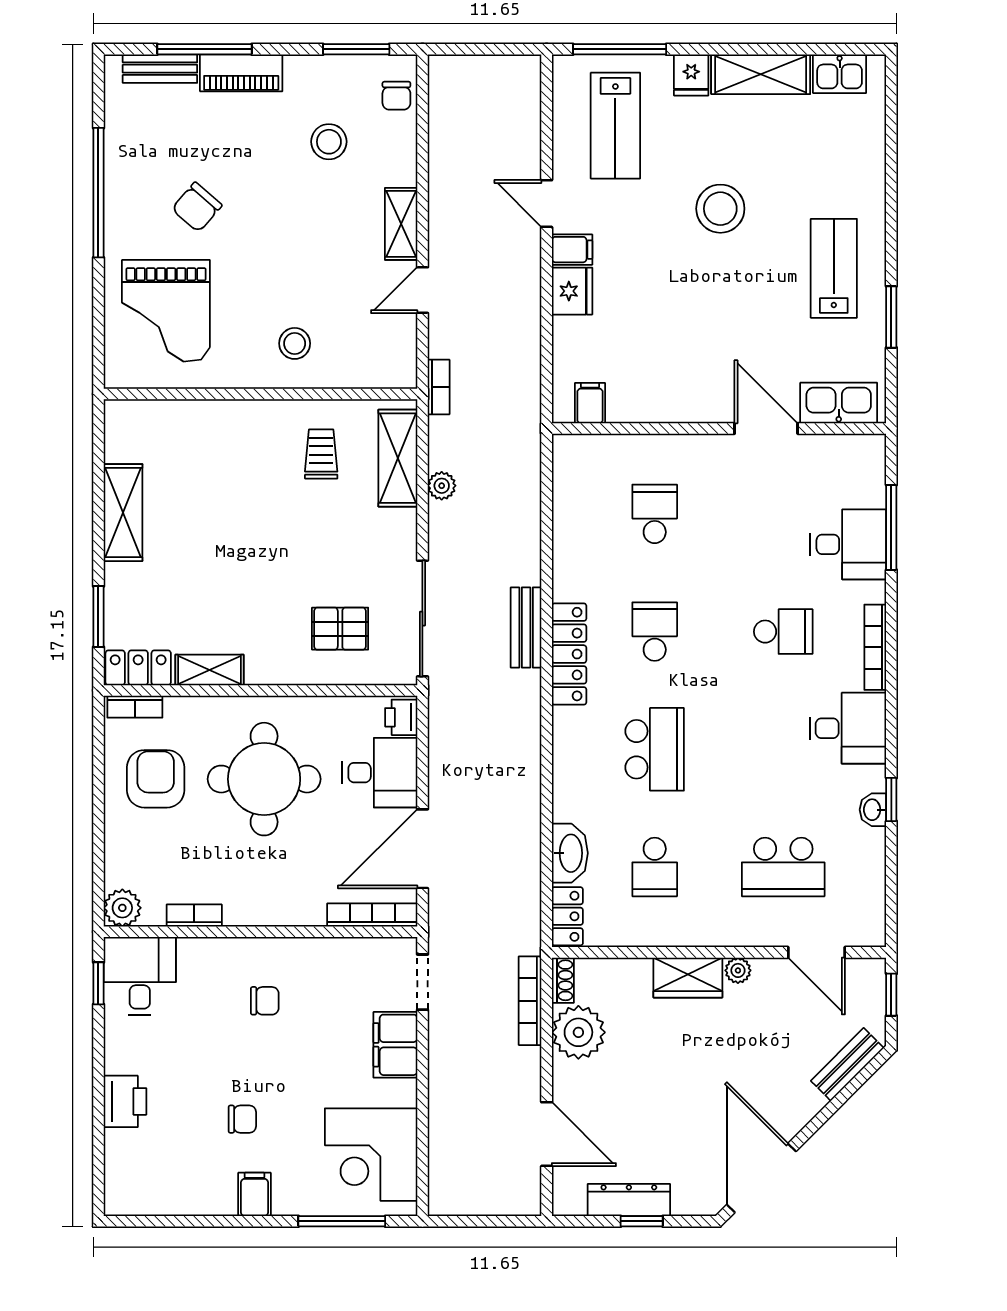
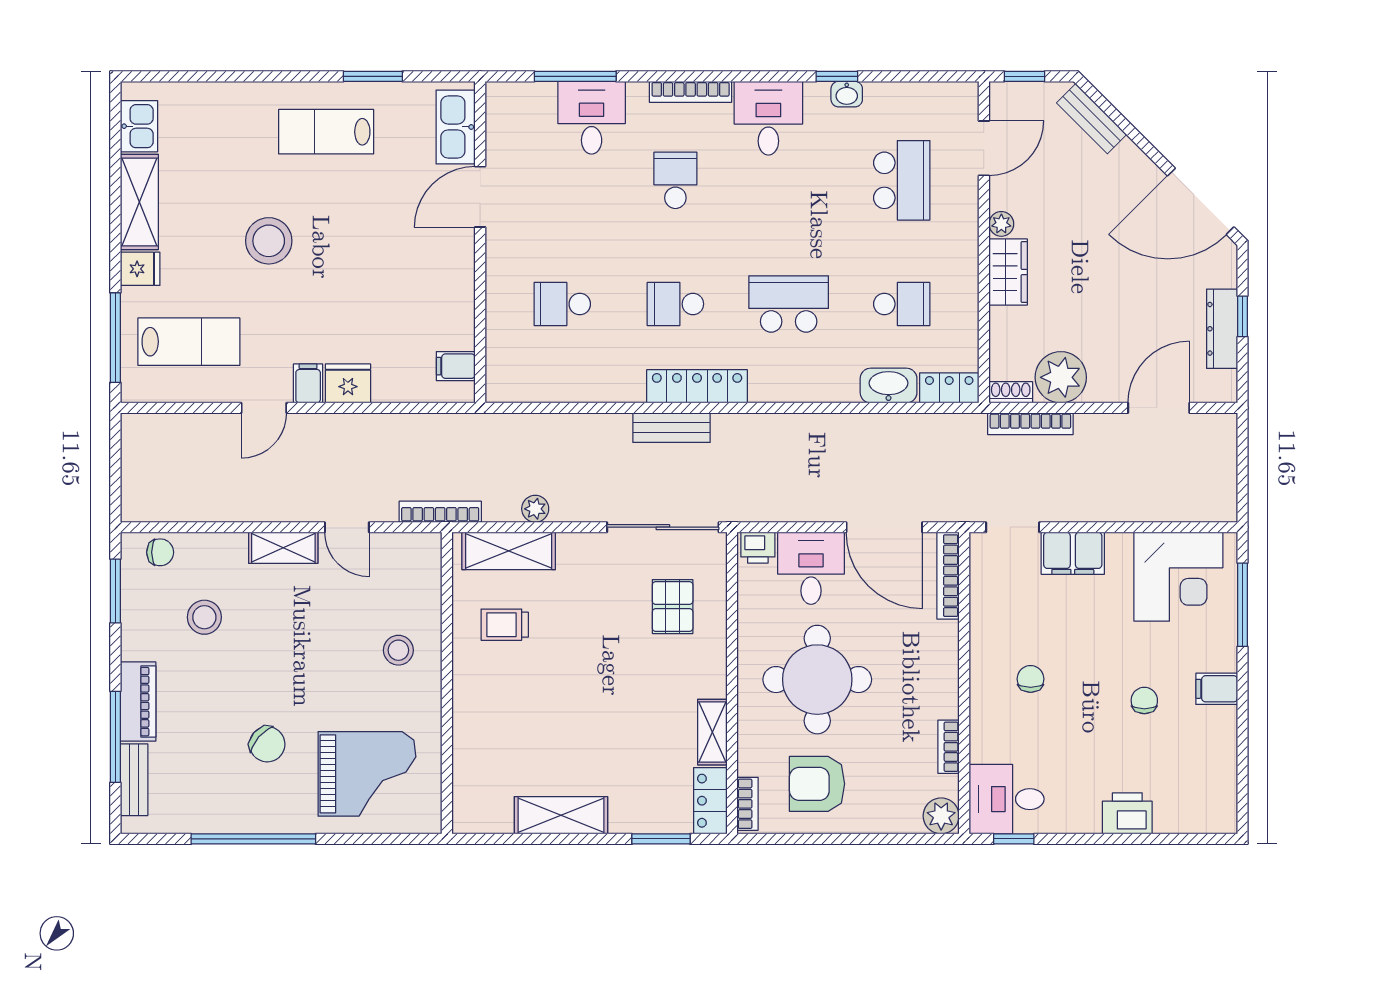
bookcase: (439, 387) -> (440, 512), width x1.56

